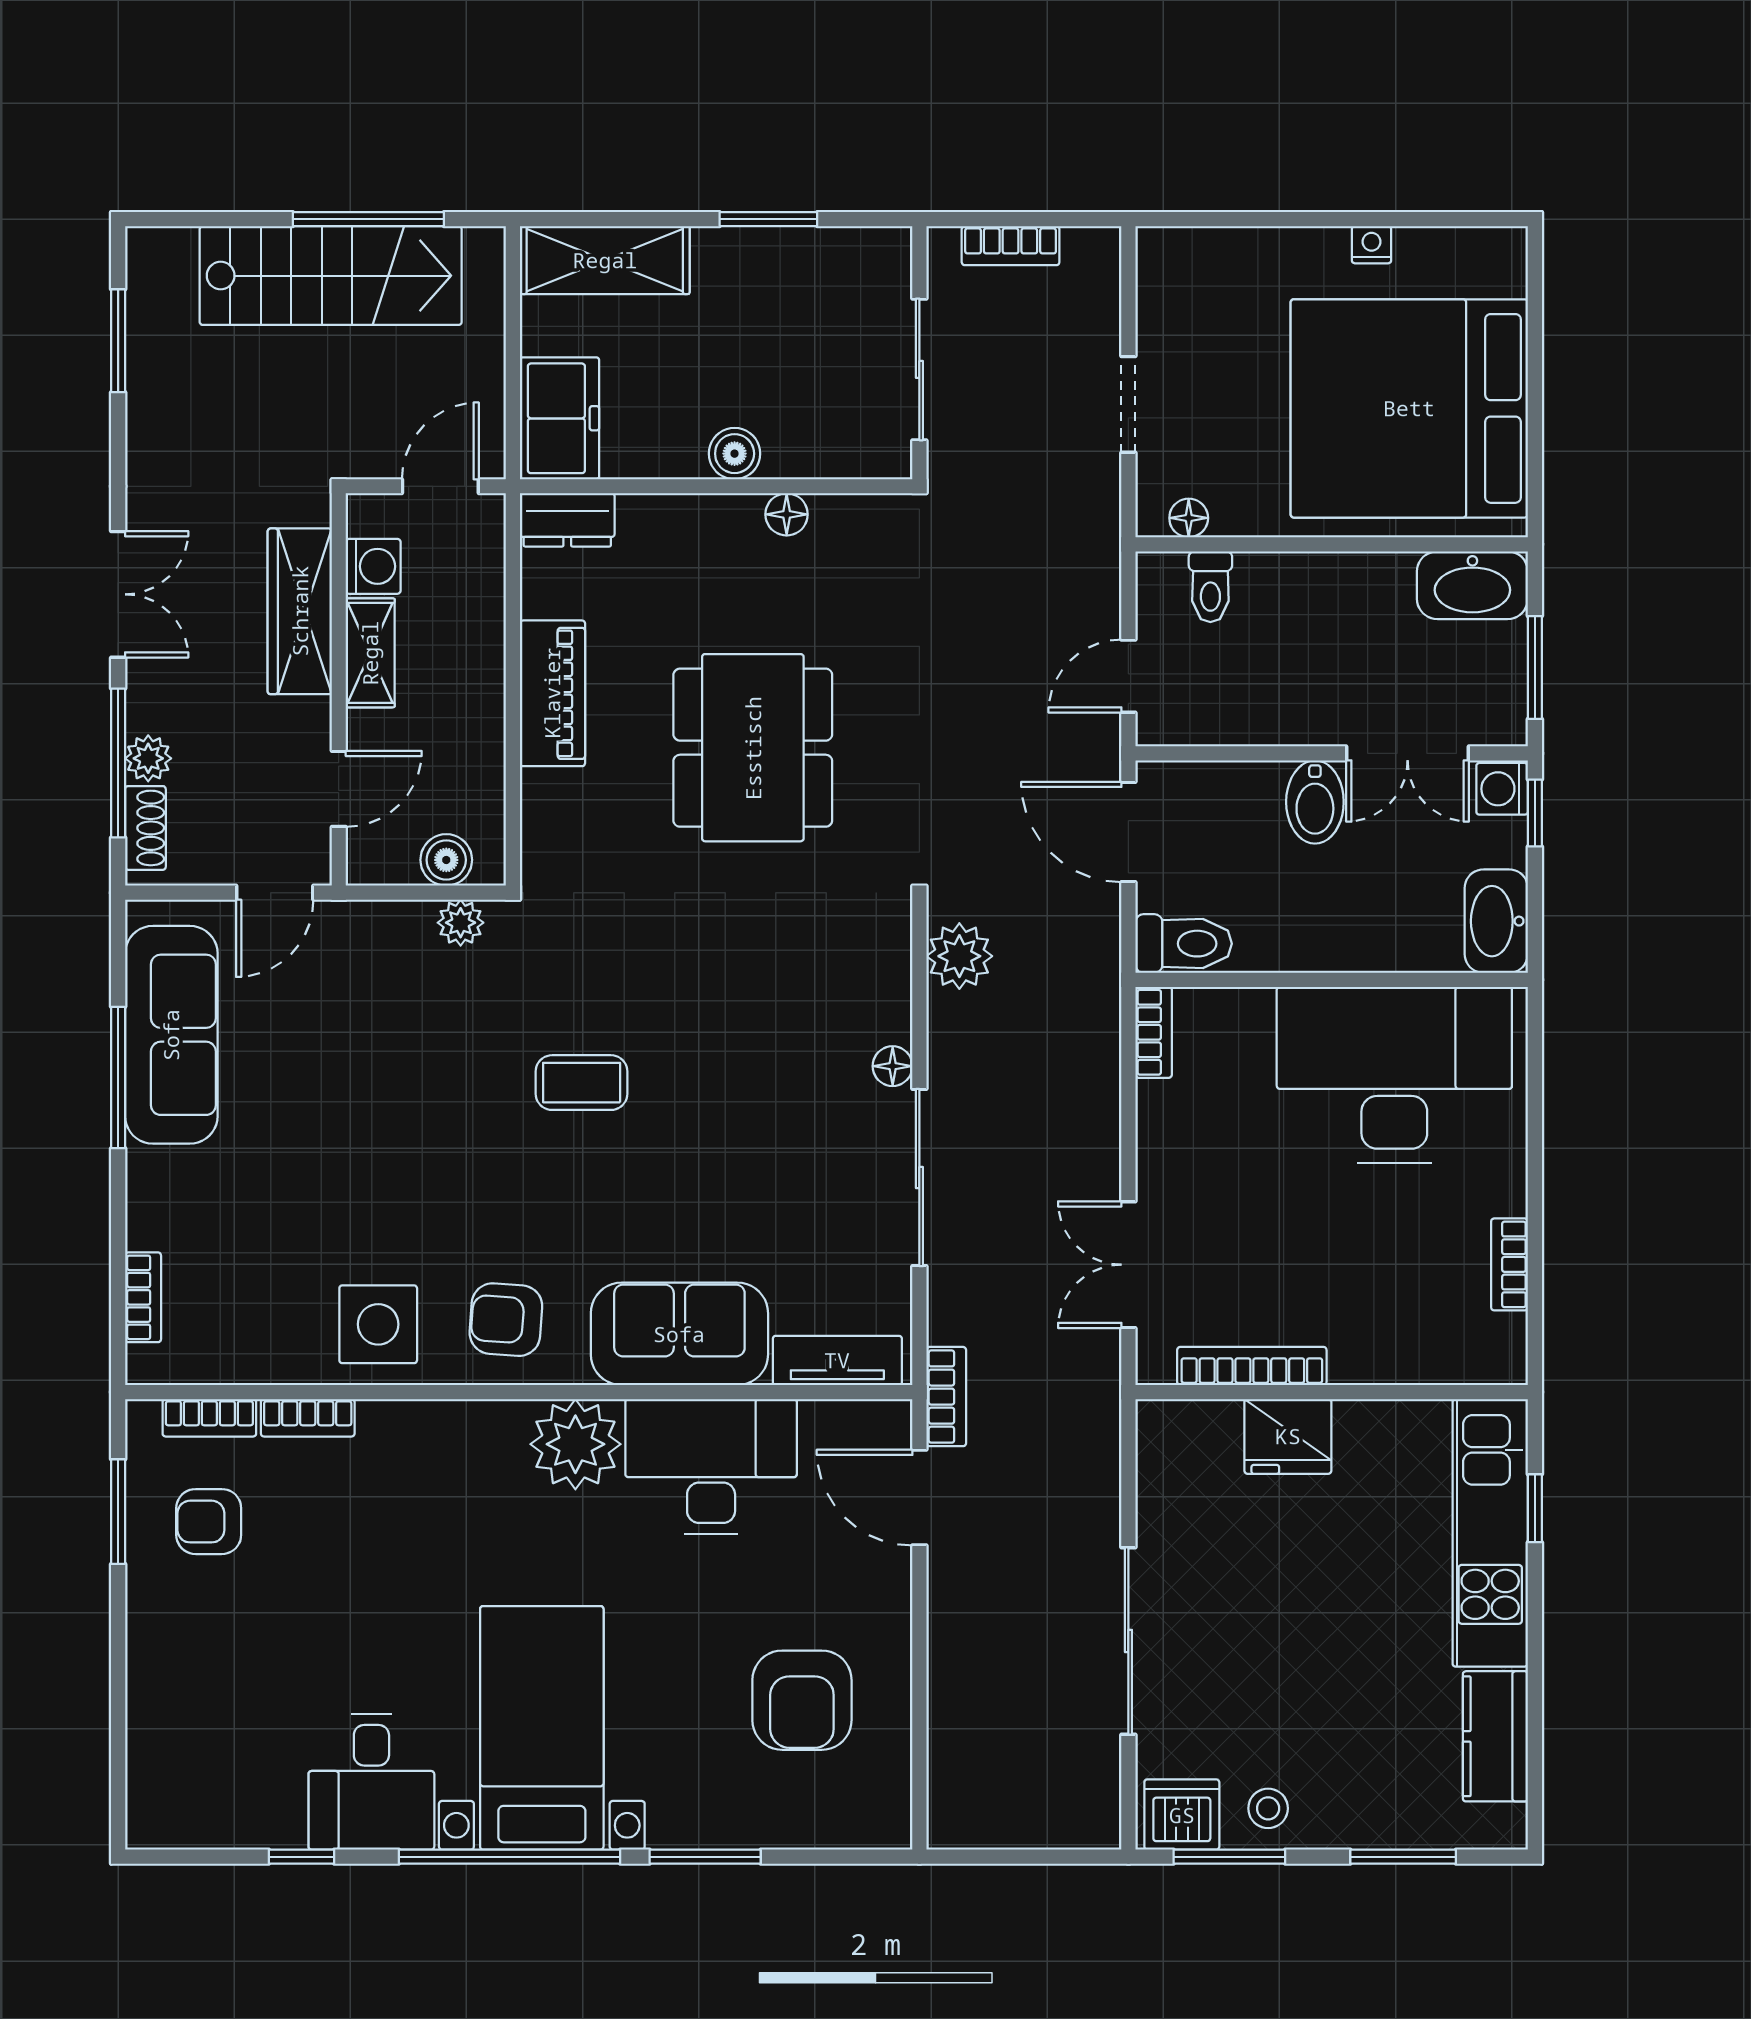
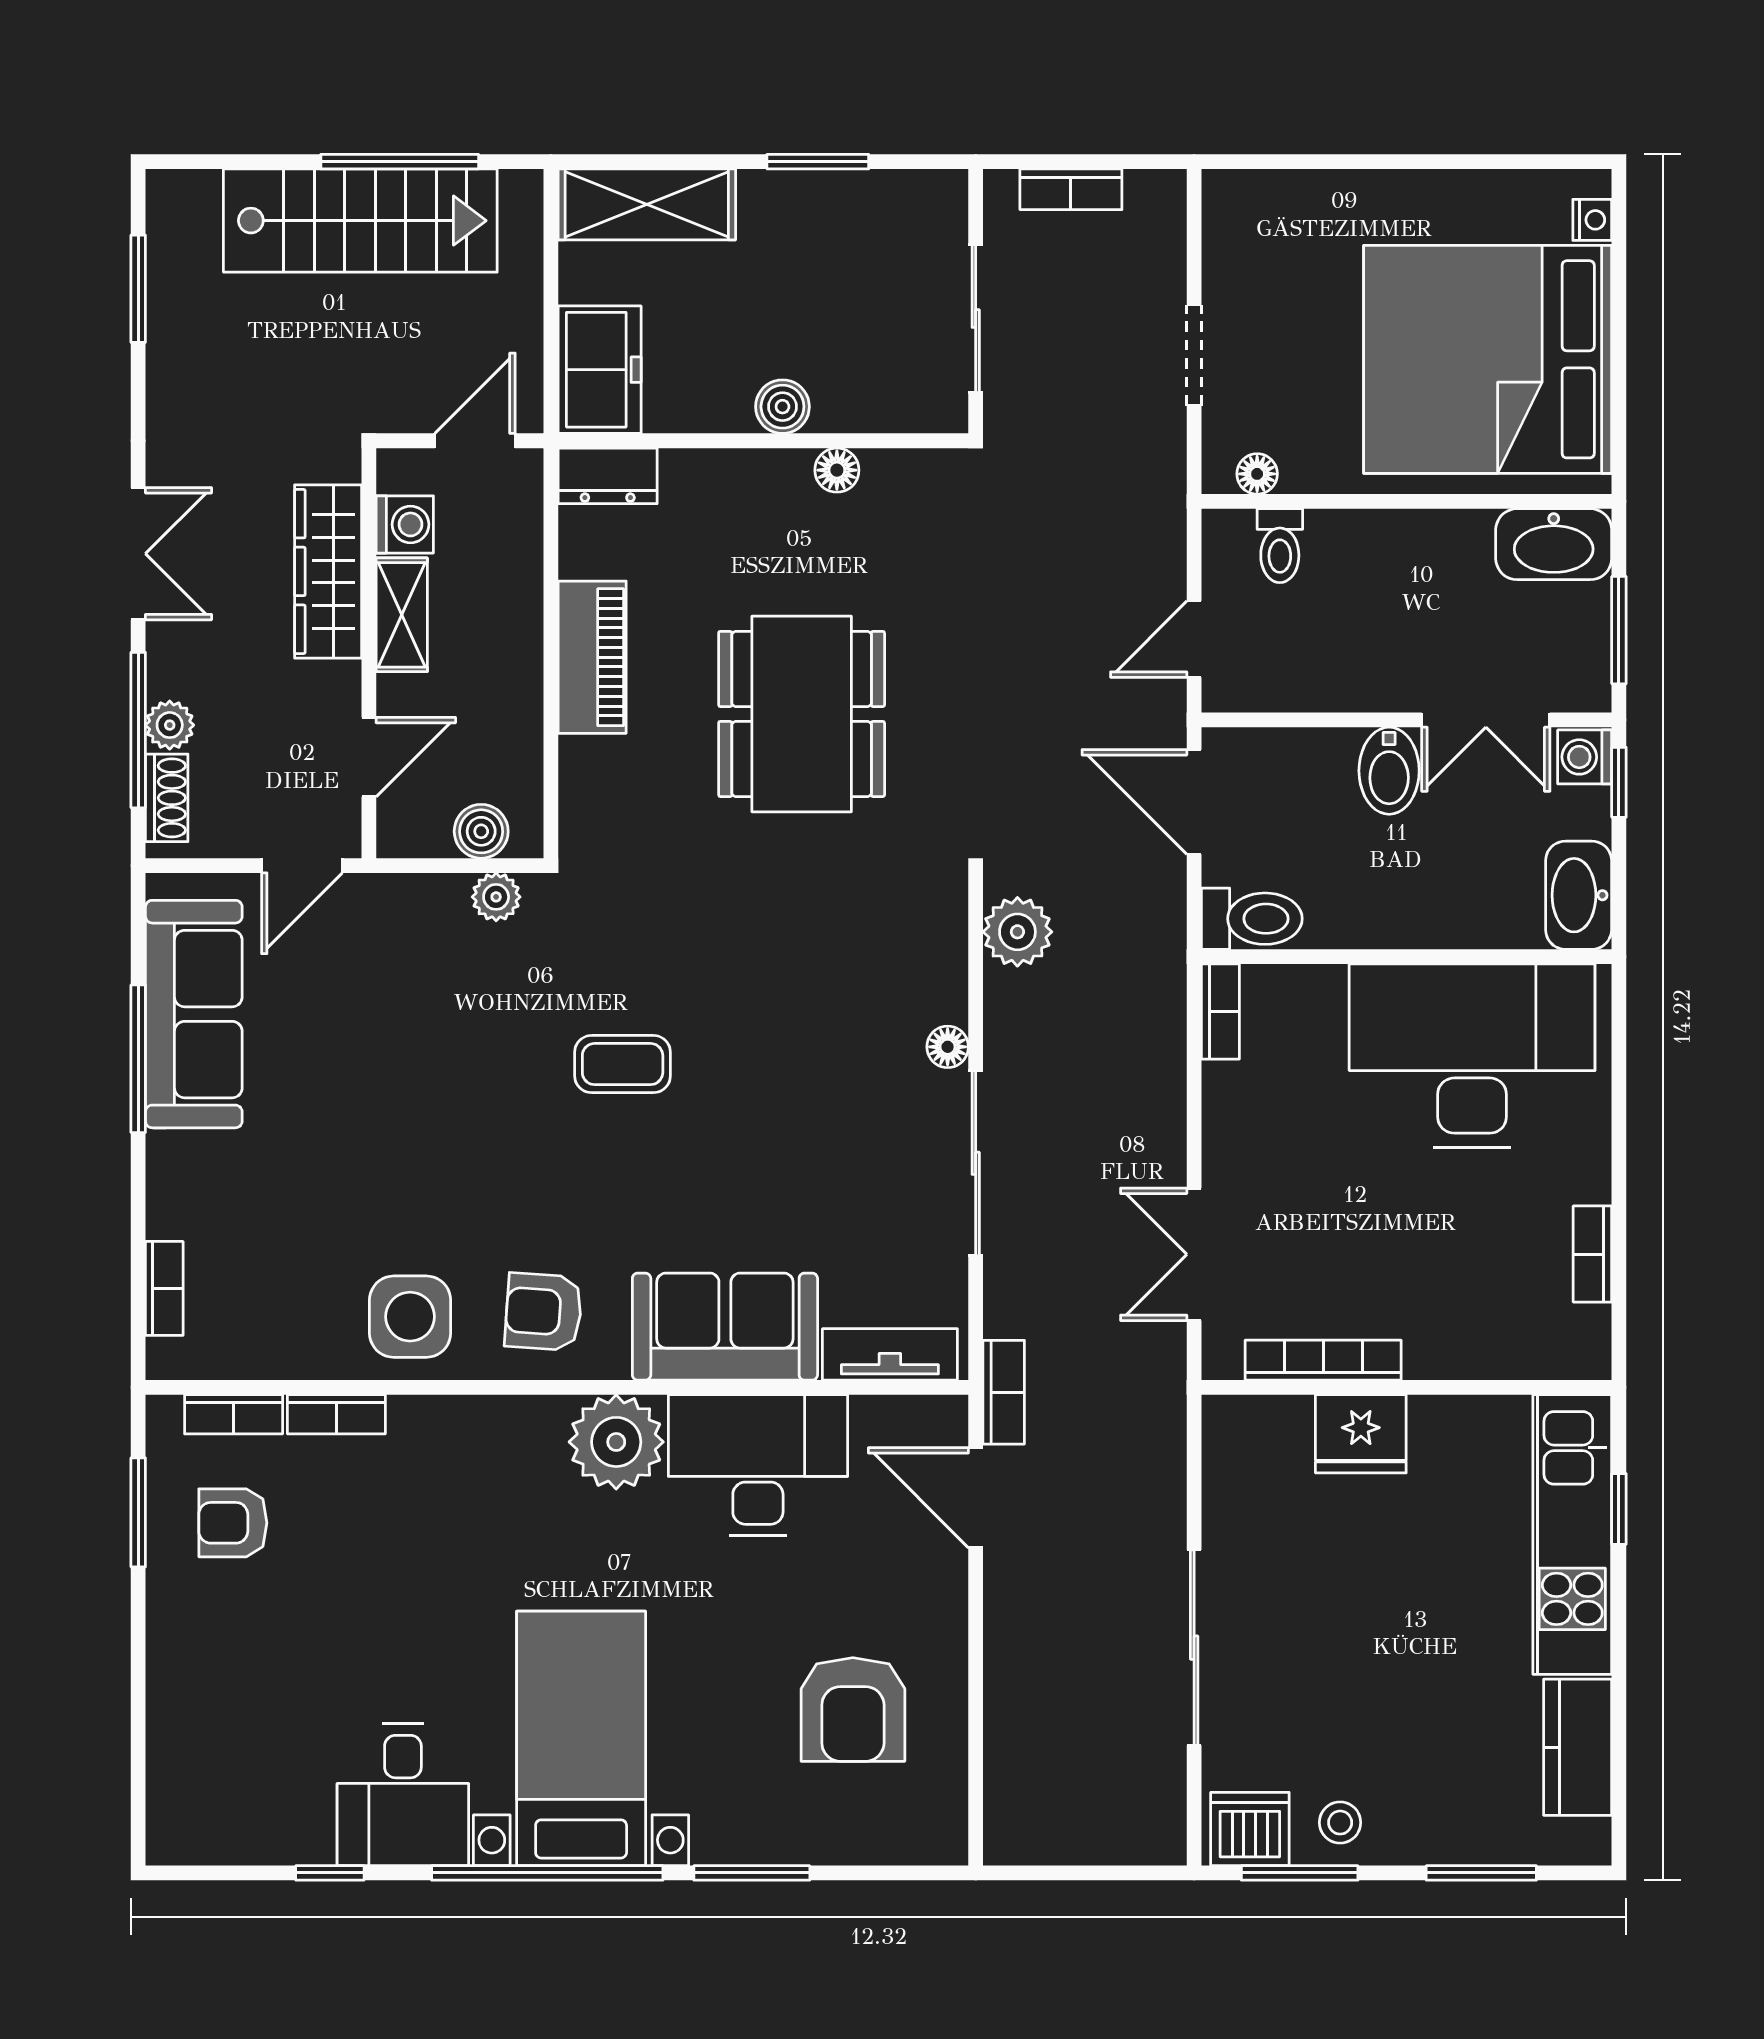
nightstand: (1372, 245) -> (1592, 220), moved, turned 90

